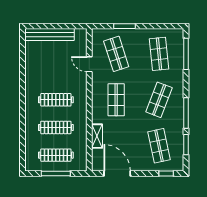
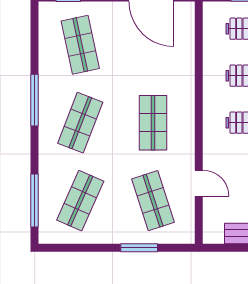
shop shelf: (159, 54) -> (80, 201), turned 30
shelving: (97, 136) -> (186, 61), removed
window: (186, 145) -> (35, 47), removed

